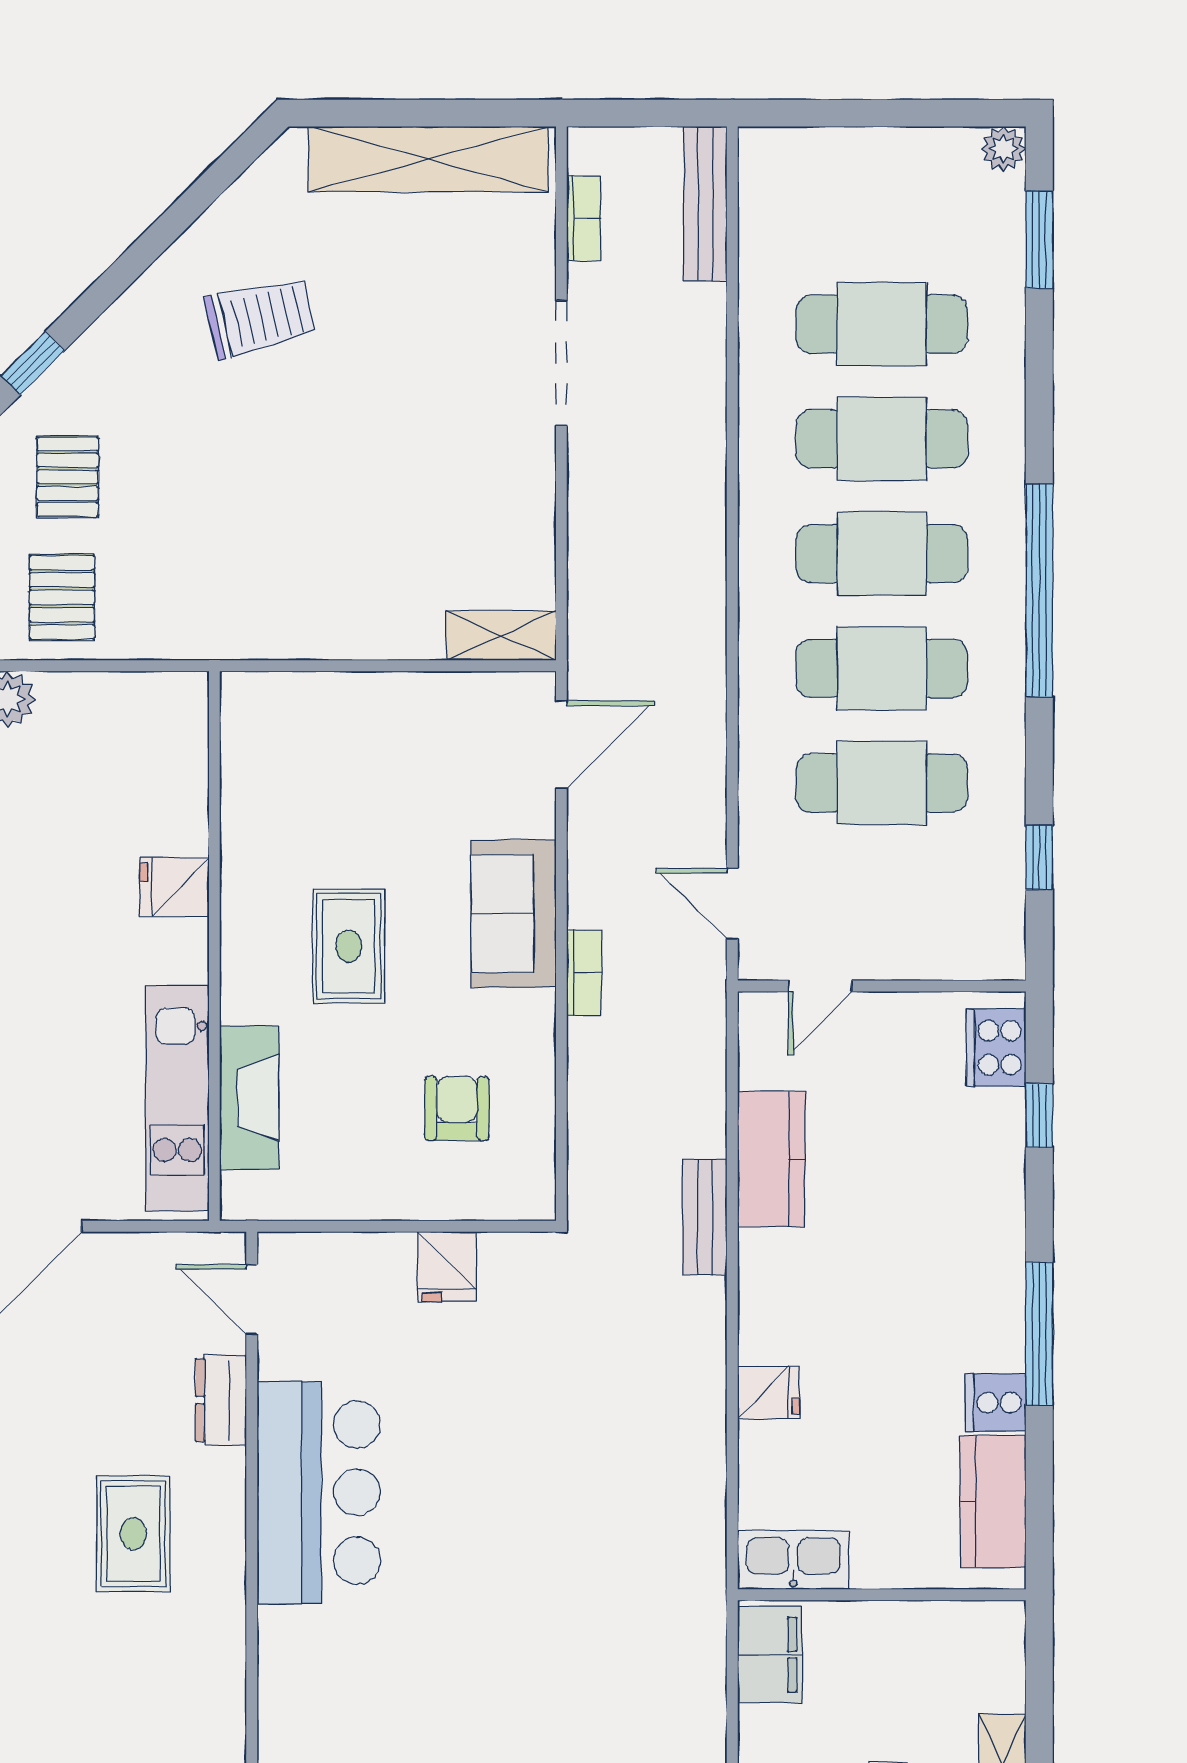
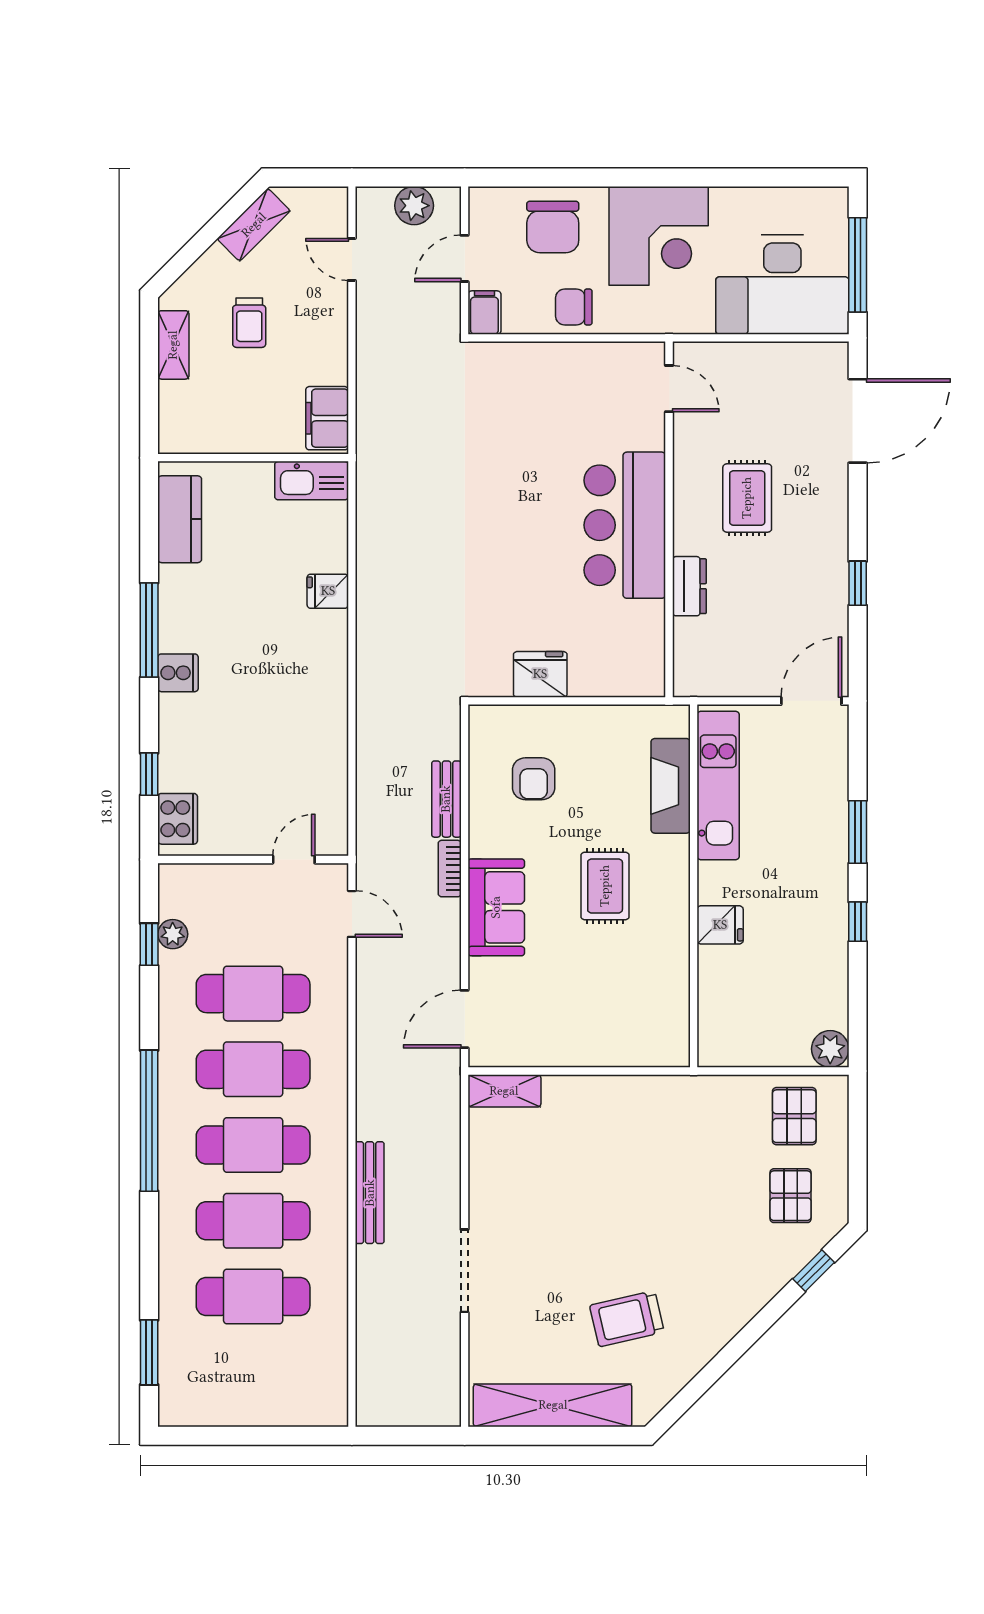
plant: (1003, 149) -> (173, 934), moved
bench: (705, 204) -> (370, 1193), moved
bookcase: (584, 218) -> (450, 1366), removed
trolley: (260, 318) -> (627, 1319), moved
kitchen counter: (771, 1159) -> (326, 745), removed
bench: (705, 1217) -> (446, 799), moved
fridge: (447, 1267) -> (540, 674), width x1.38
door: (252, 1300) -> (669, 389), moved
cooker: (995, 1402) -> (178, 673), moved

